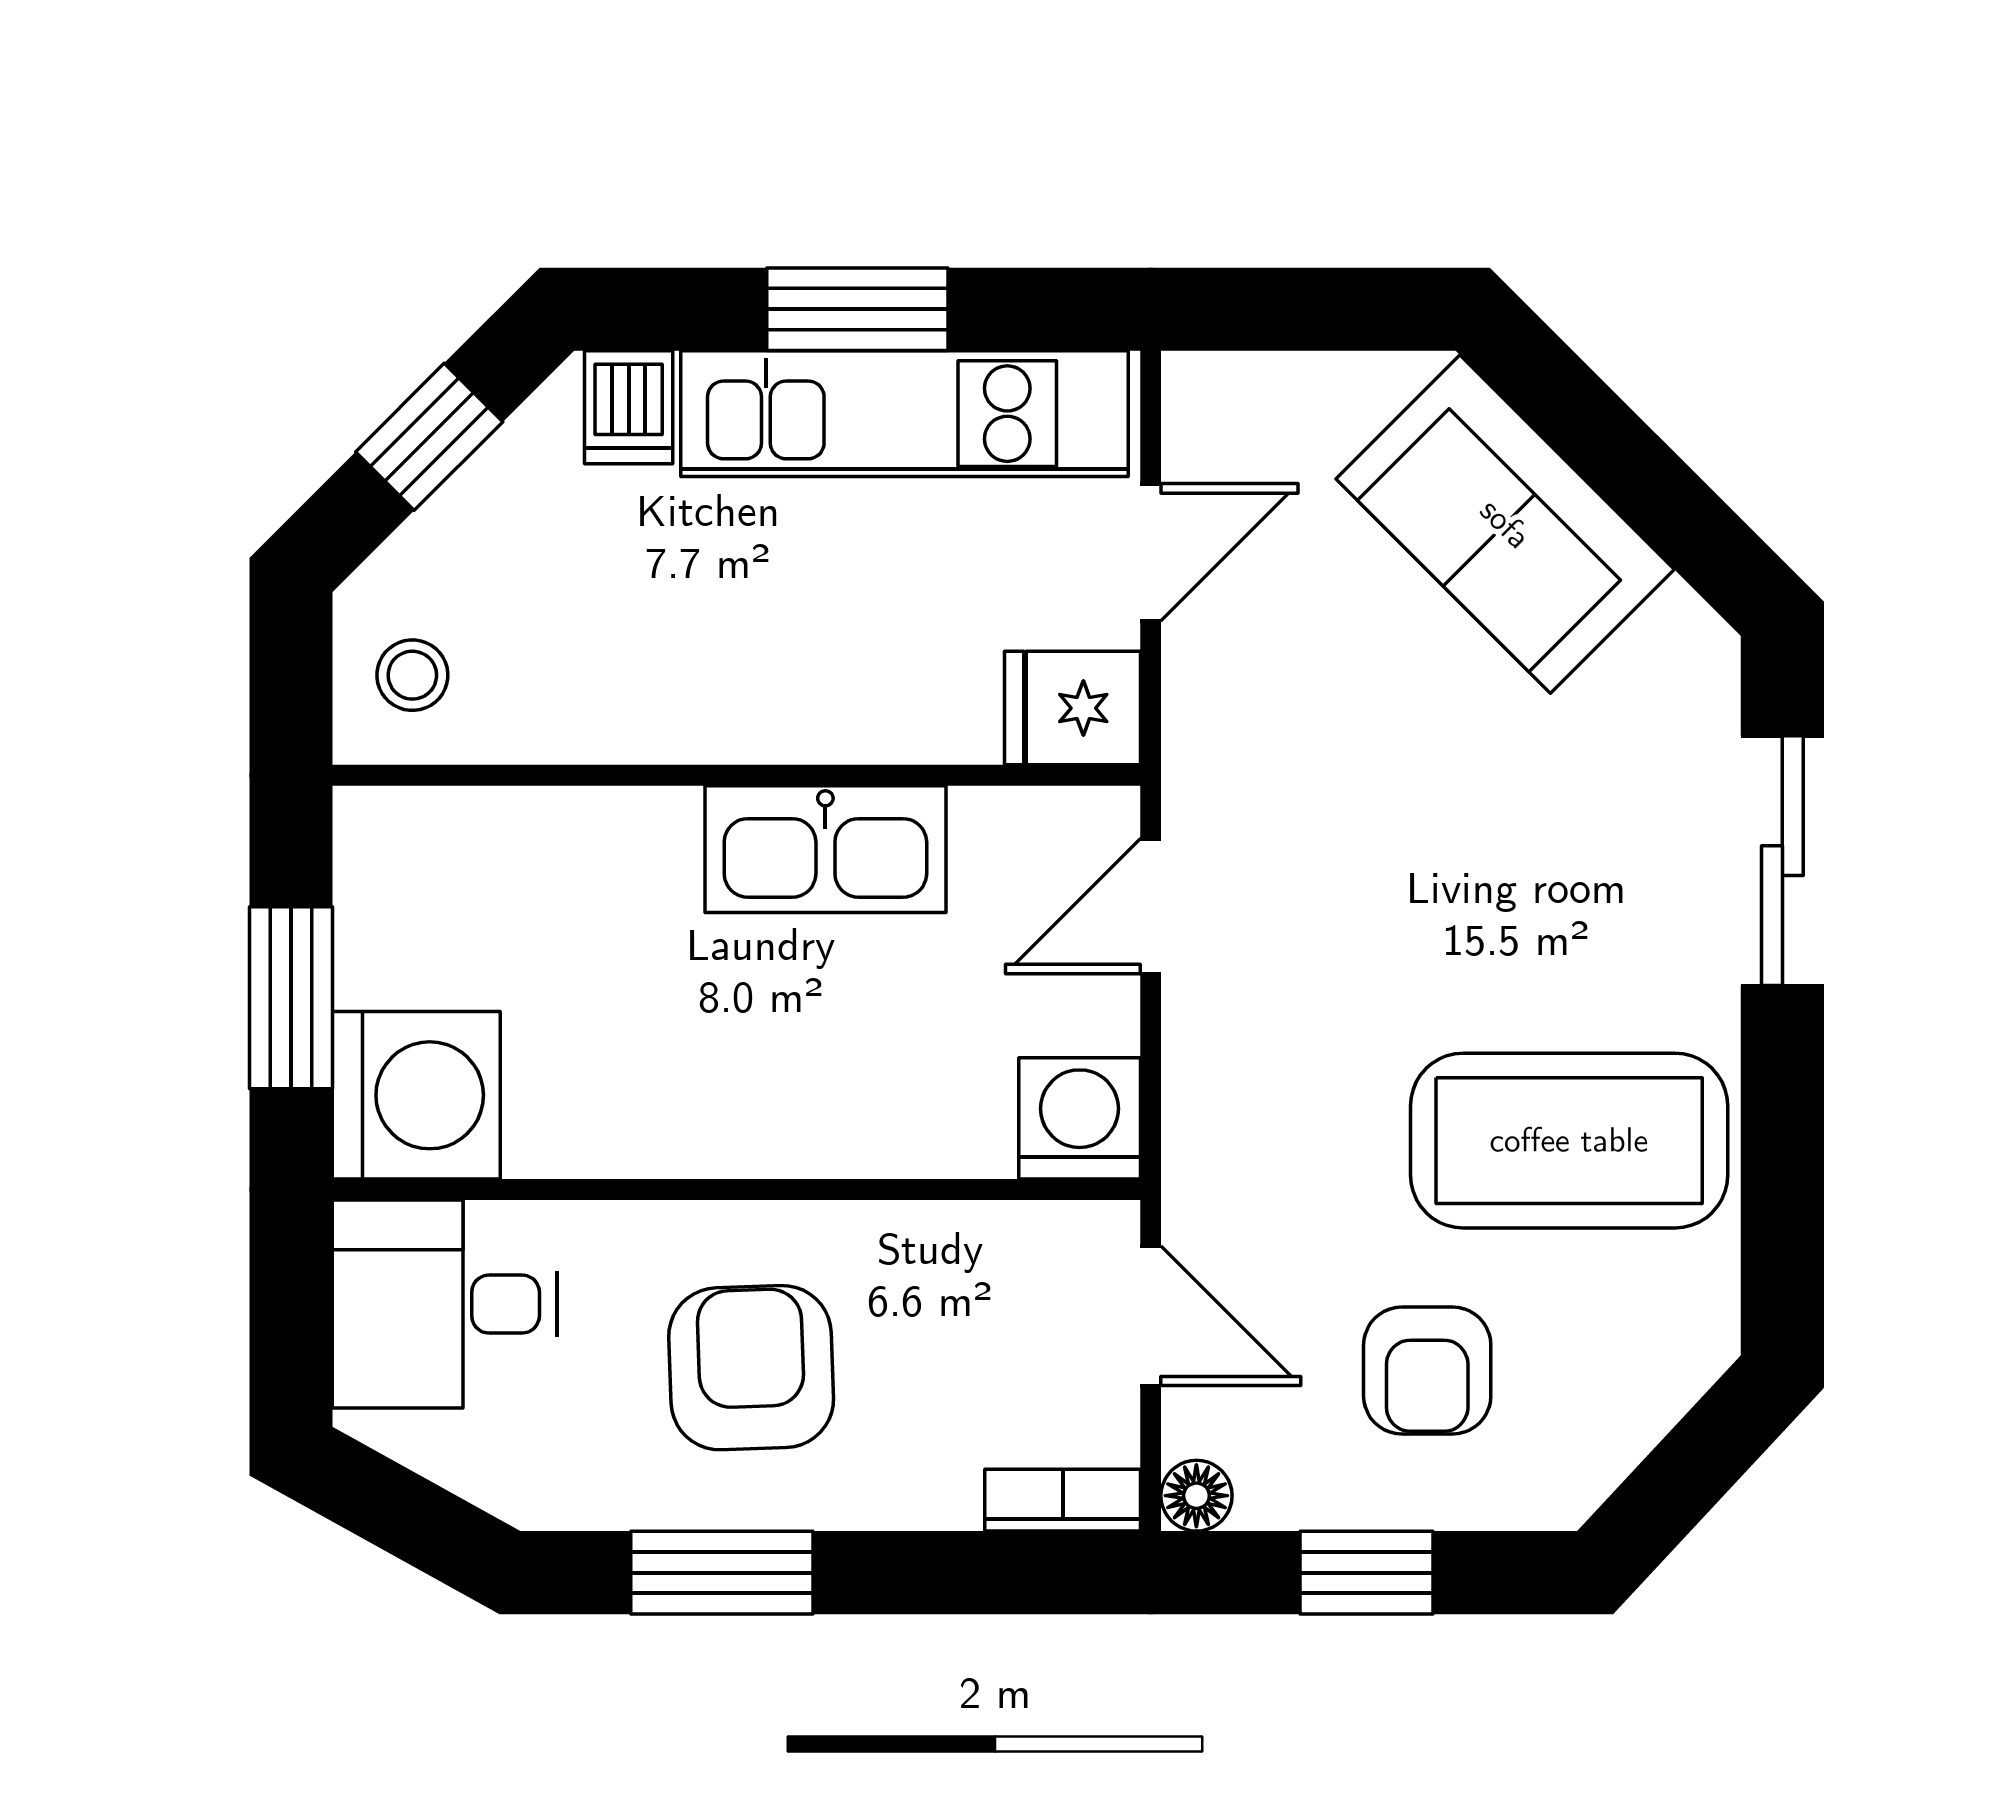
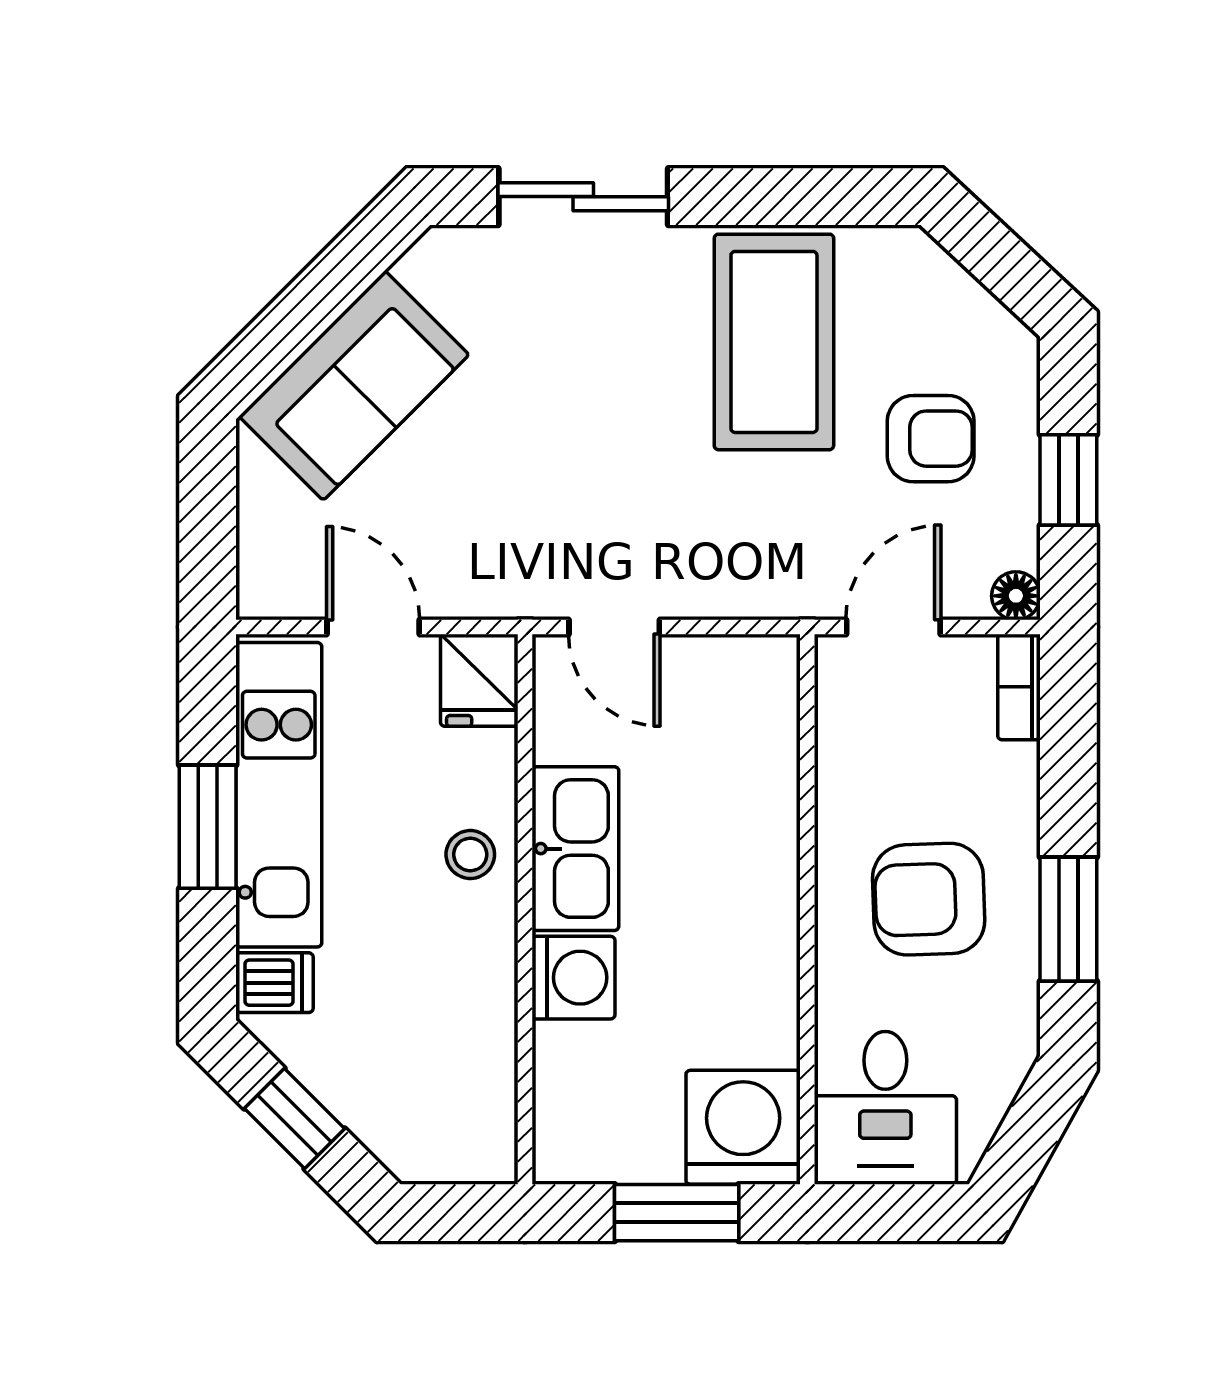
stool: (412, 675) -> (470, 855), moved
washing machine: (1080, 1118) -> (574, 978), moved, turned 180

